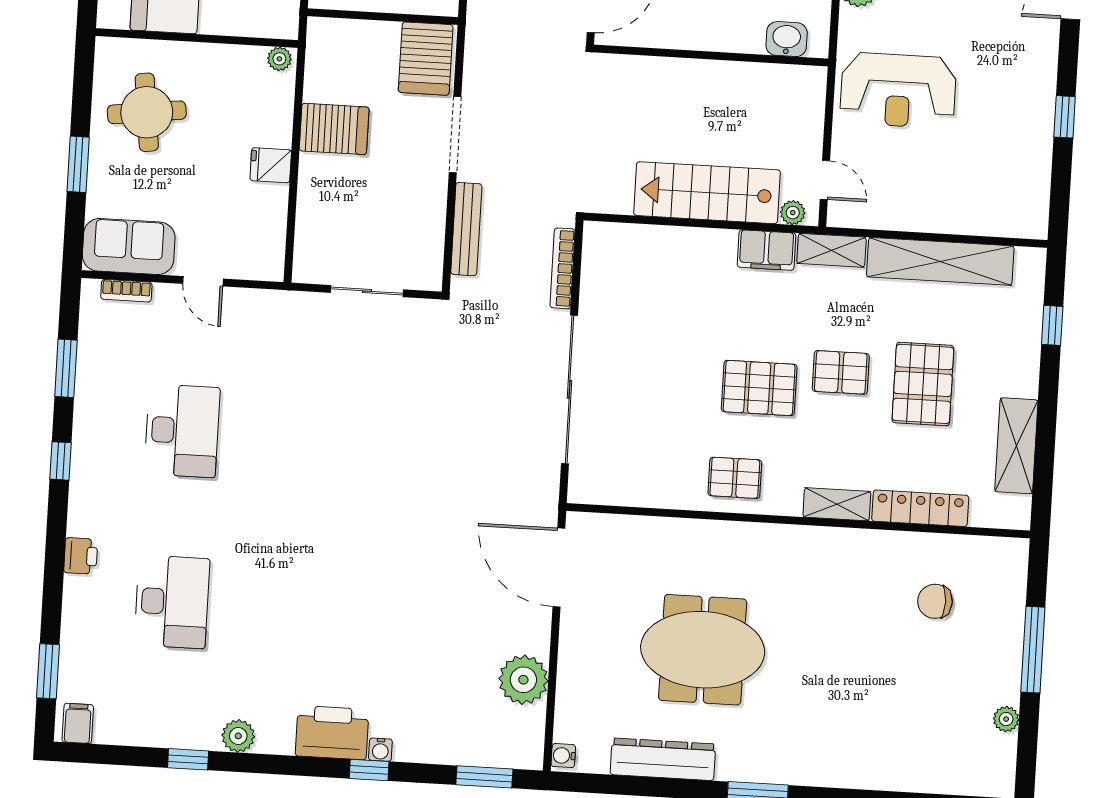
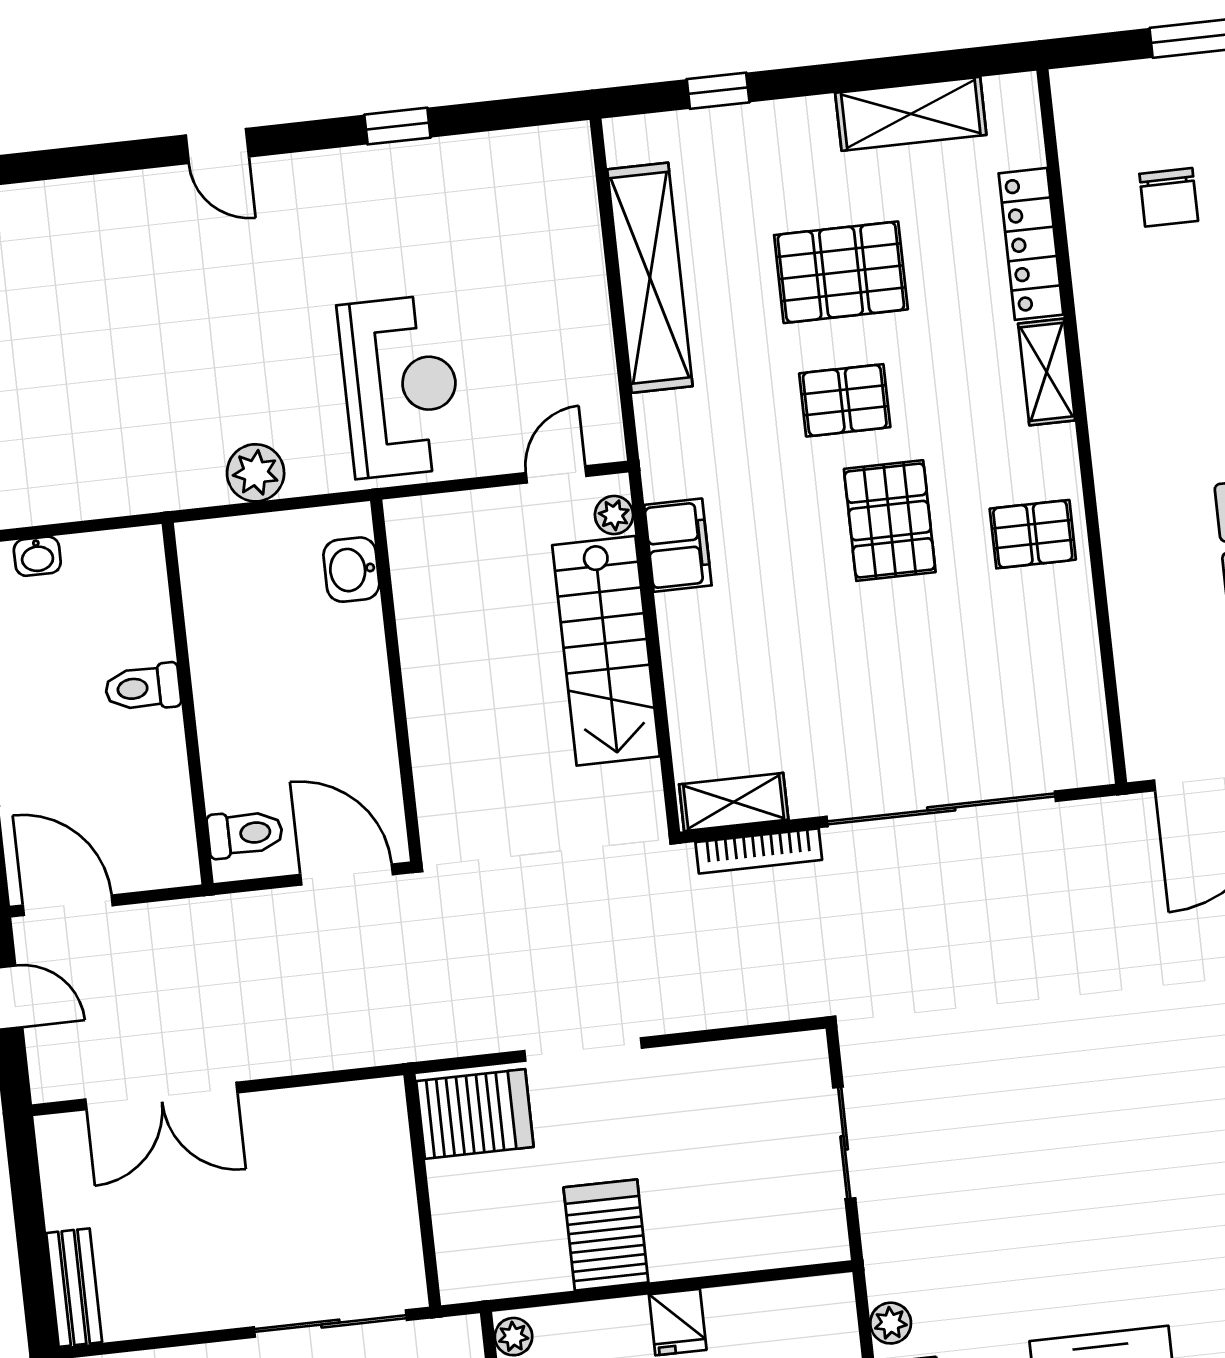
bench: (466, 229) -> (724, 1008), removed
shelving: (831, 250) -> (734, 802), moved, turned 90
plant: (247, 301) -> (891, 1323), added
pallet: (841, 372) -> (845, 400), turned 90
pallet: (735, 478) -> (1033, 534), turned 90

